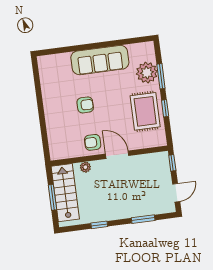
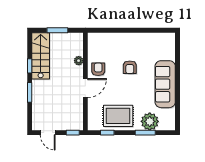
window: (165, 108) -> (107, 133), moved
stairs: (65, 193) -> (41, 56), moved, turned -90
window: (143, 219) -> (30, 92), moved

